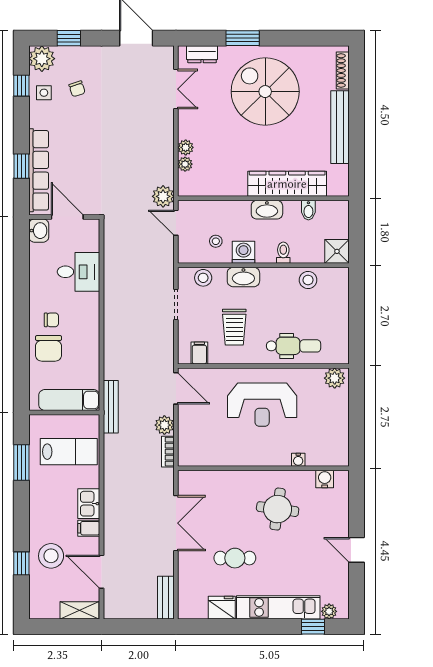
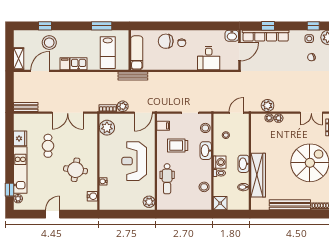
plant: (163, 196) -> (268, 105), moved
washing machine: (243, 252) -> (220, 162), moved
plant: (203, 453) -> (107, 128), added

